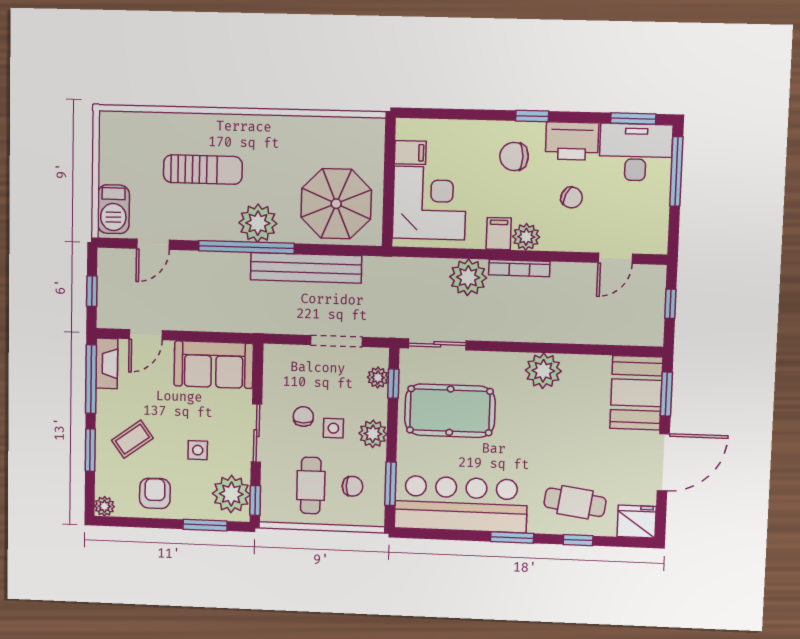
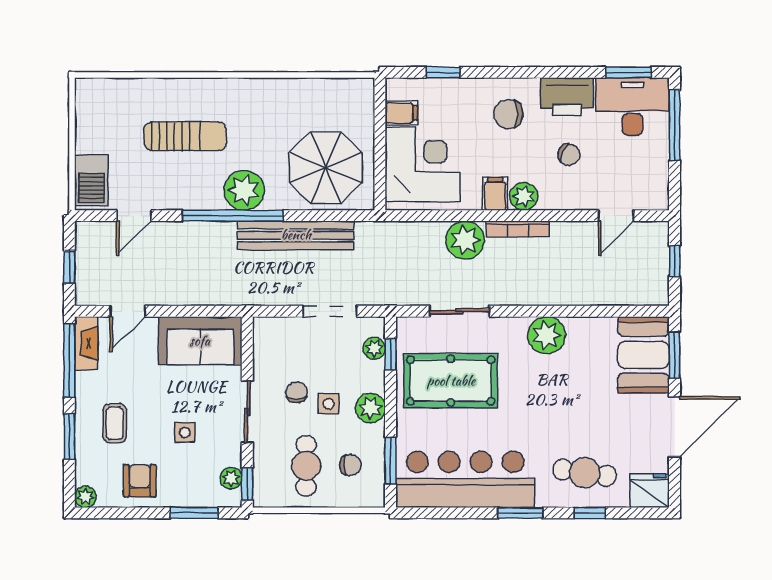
window: (532, 116) -> (443, 72), moved
sliding door: (437, 344) -> (460, 311), moved
coffee table: (132, 439) -> (115, 423), turned -54
plant: (231, 494) -> (231, 478), width x0.53, depth x0.53

